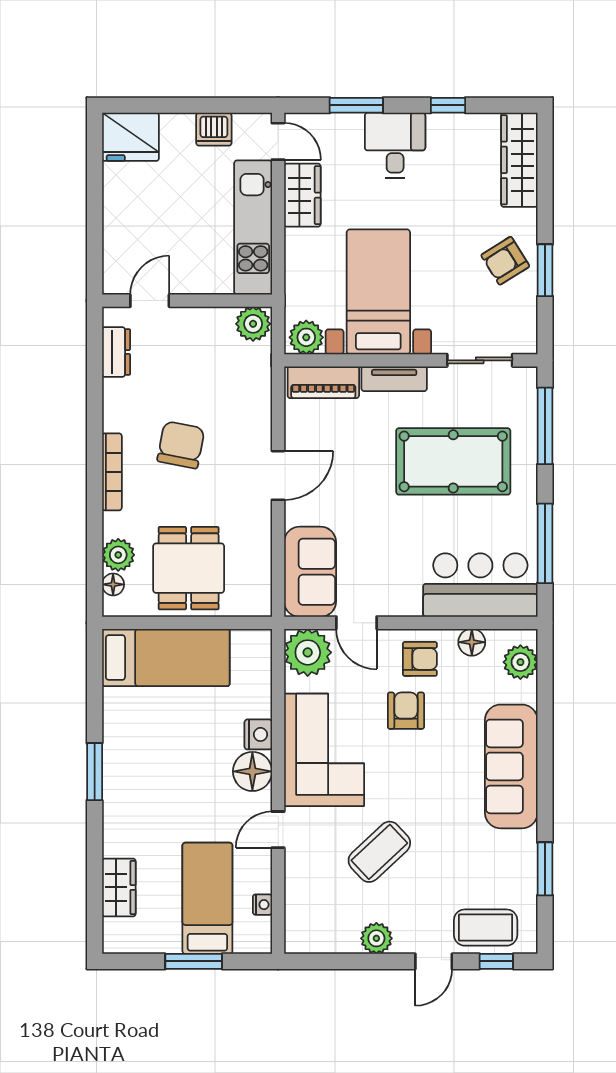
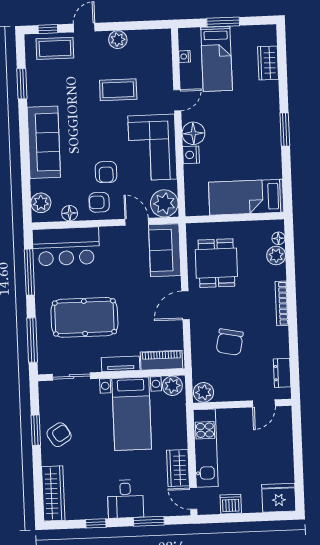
chair: (181, 445) -> (230, 342), moved
dining table: (189, 568) -> (216, 263), moved
coffee table: (379, 852) -> (118, 90), turned 43

